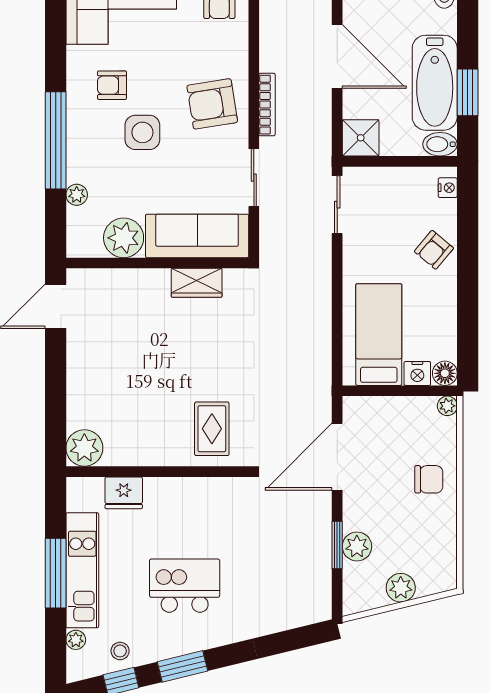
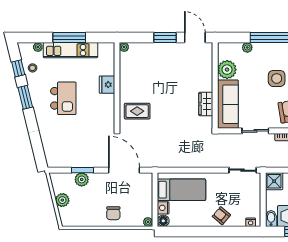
window: (56, 370) -> (165, 38), added
plant: (84, 448) -> (124, 47), width x0.53, depth x0.53
fridge: (124, 493) -> (107, 85), moved

